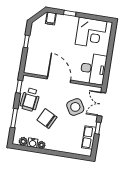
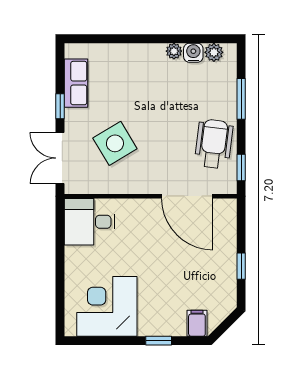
desk: (93, 69) -> (90, 222), width x0.73
door: (59, 80) -> (187, 196), moved
double door: (102, 104) -> (60, 158), swing flipped
chair: (47, 119) -> (171, 109), removed

